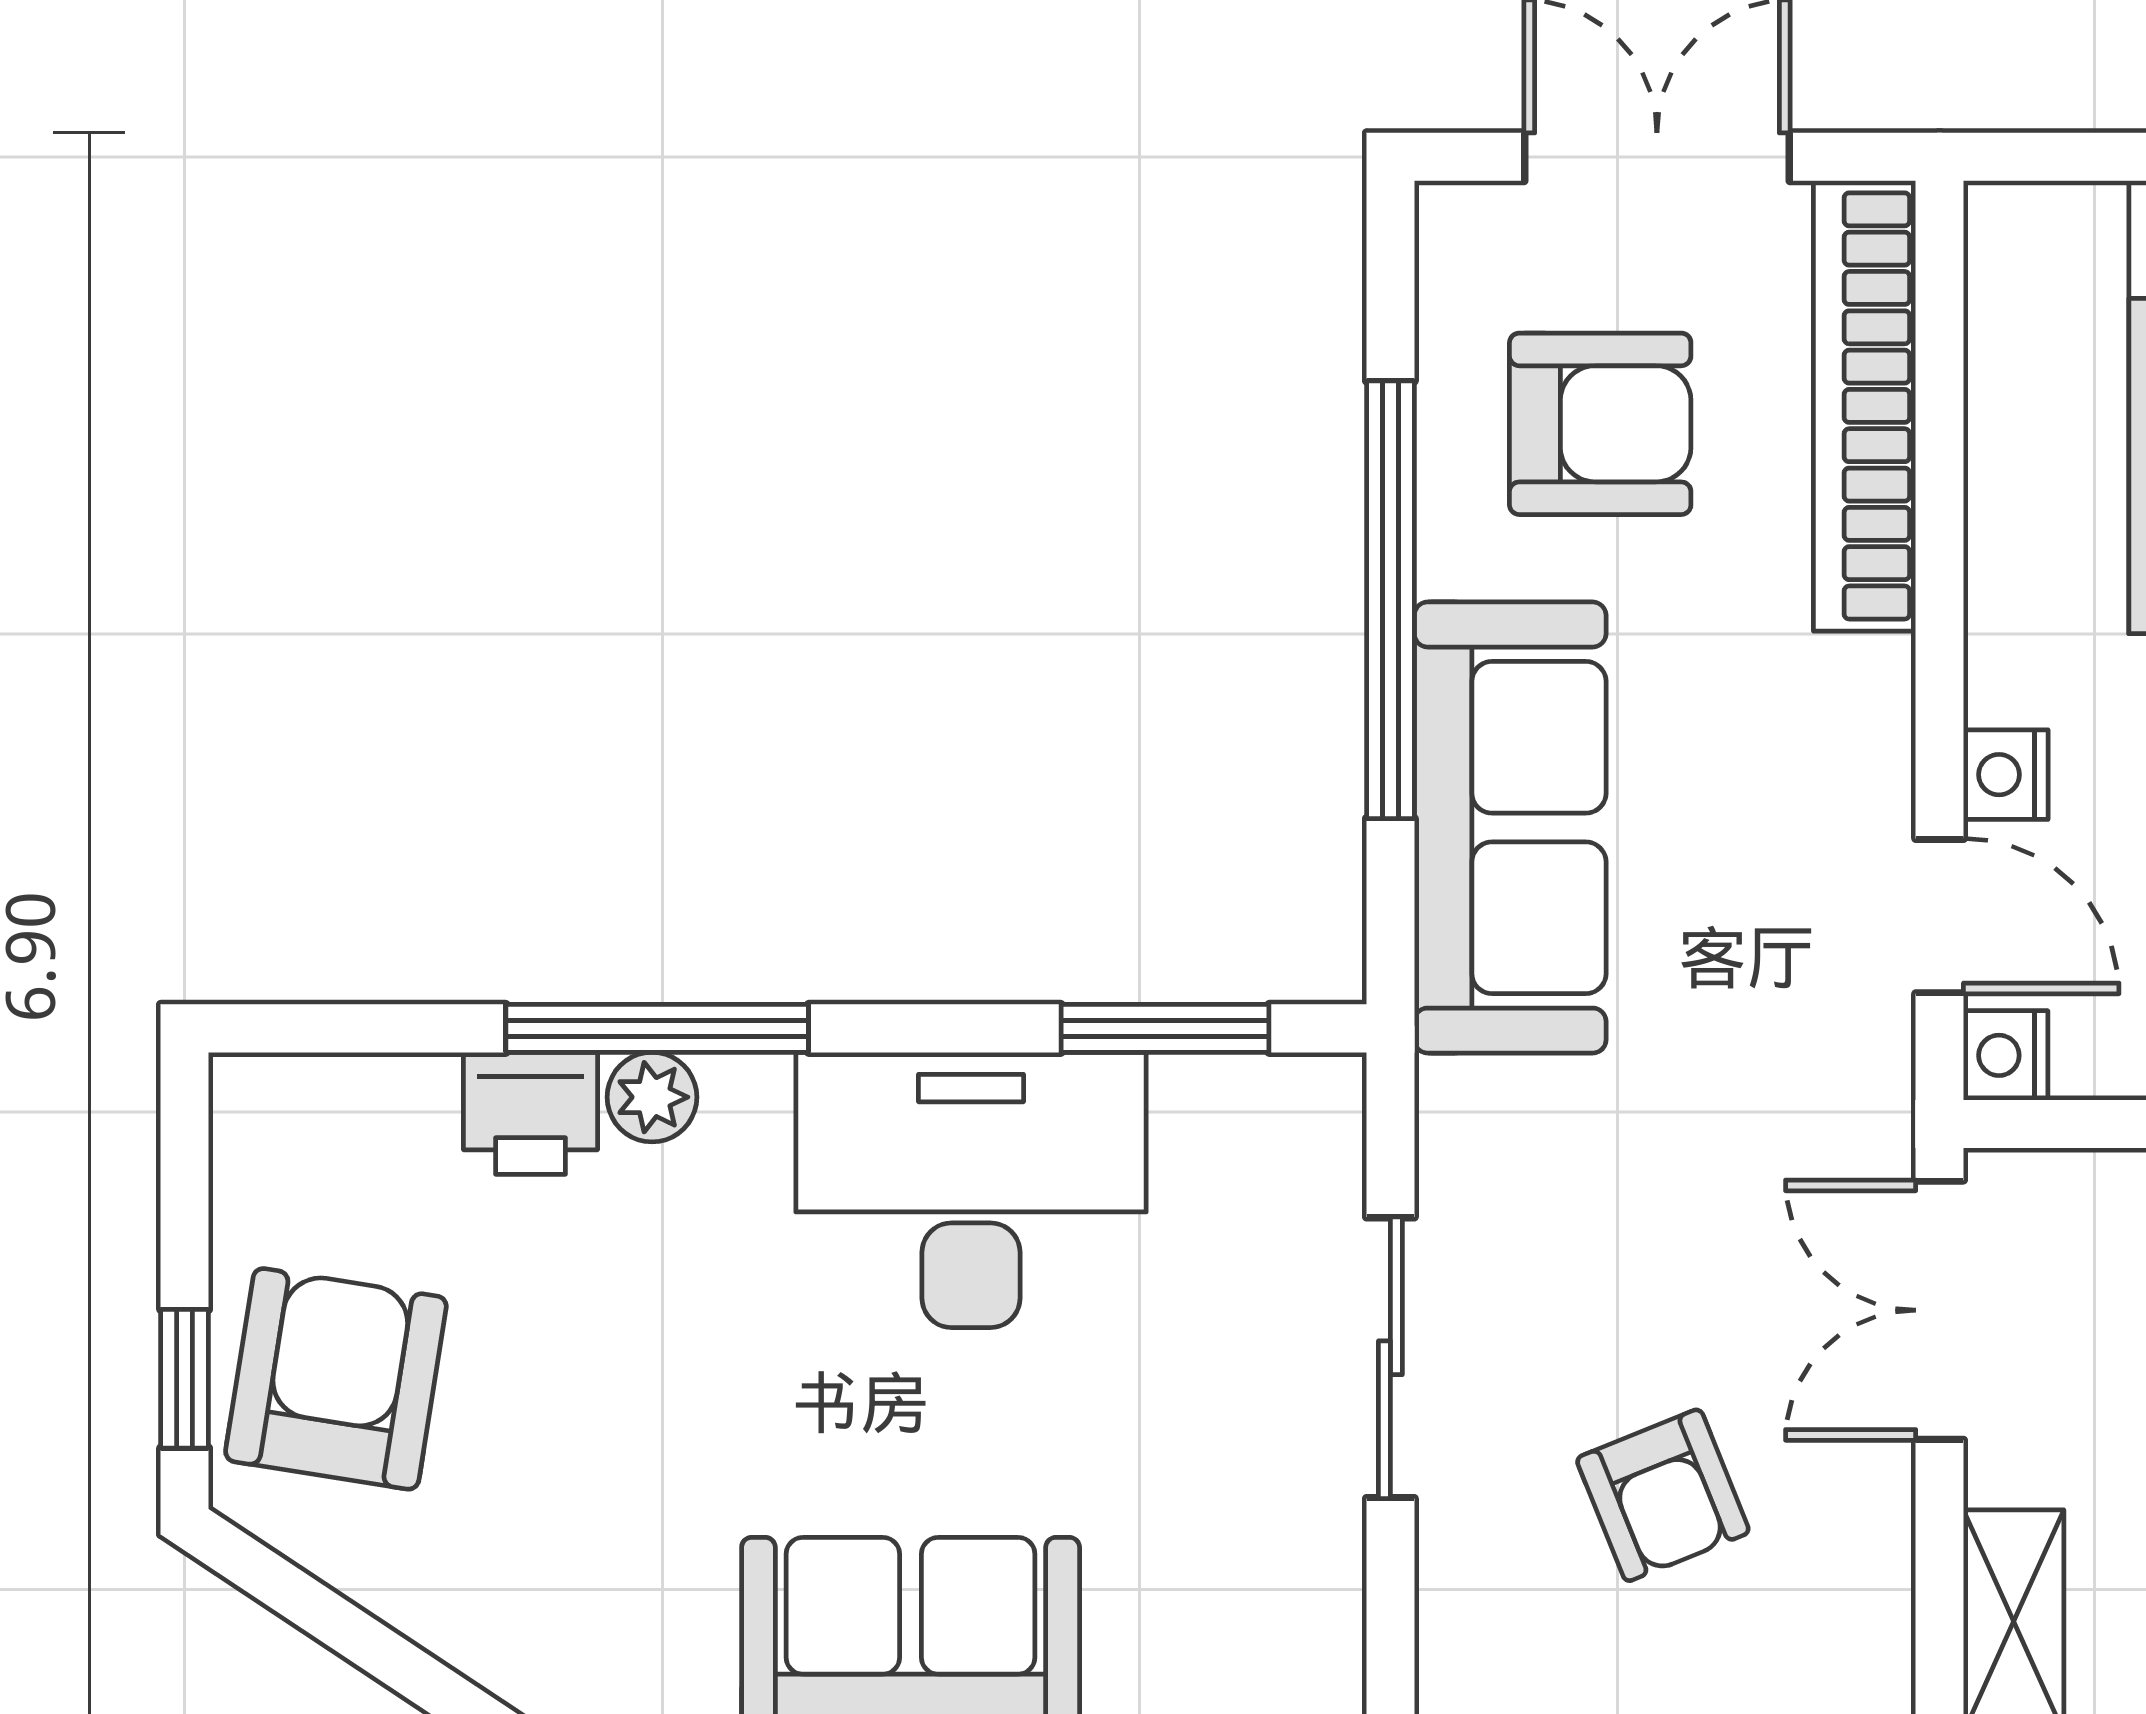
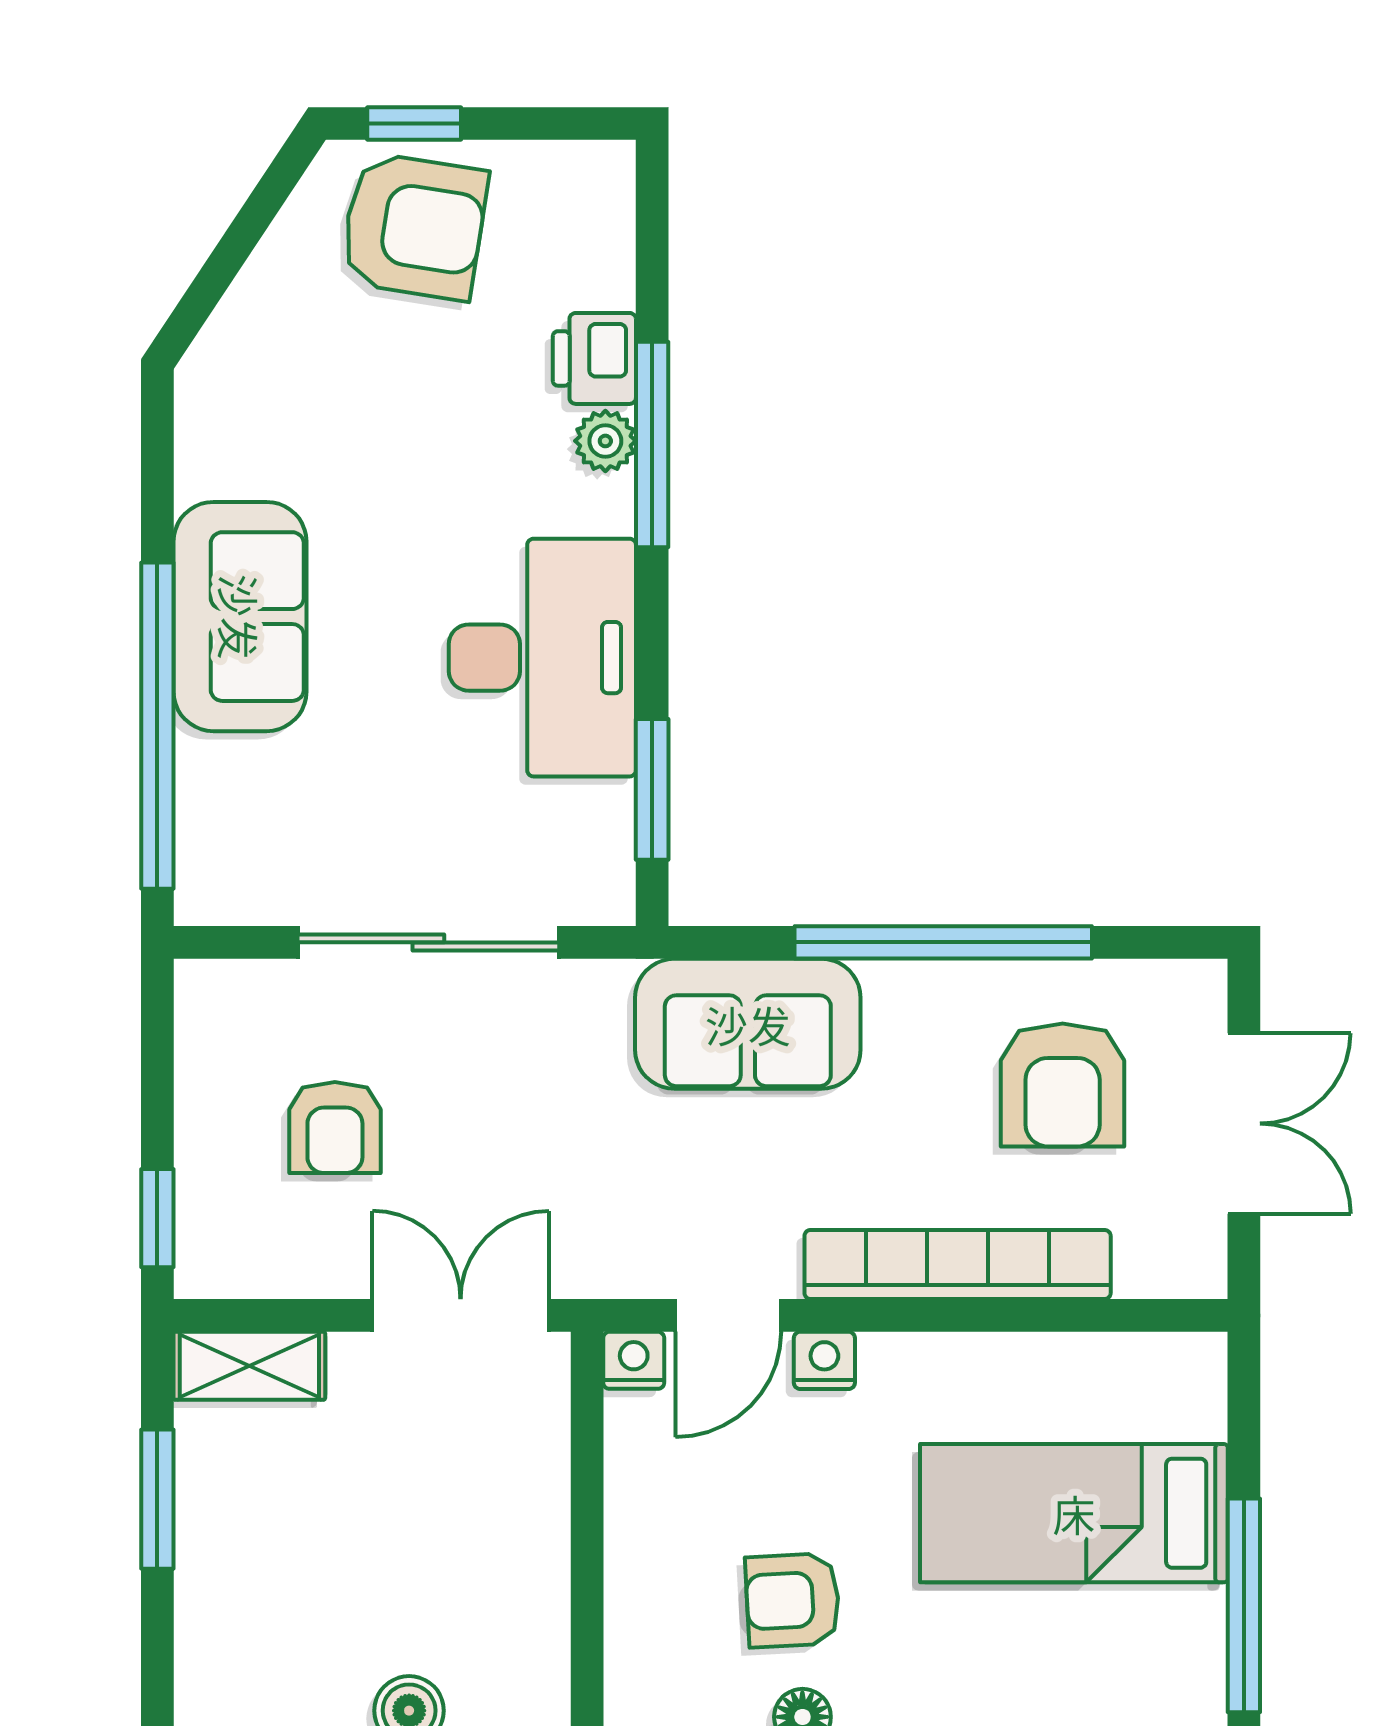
bookcase: (1865, 406) -> (958, 1264), moved
sofa: (1510, 828) -> (748, 1024), width x0.73
sliding door: (1390, 1358) -> (428, 942), width x1.37
armchair: (1663, 1495) -> (335, 1128), turned -68

